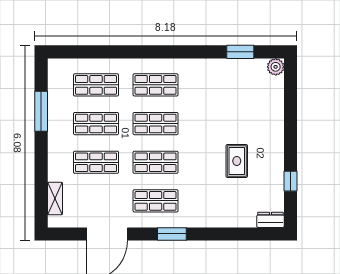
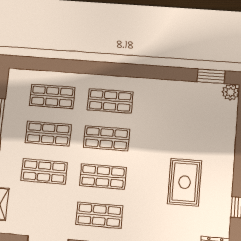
window: (240, 52) -> (211, 76), moved
rug: (237, 161) -> (185, 182), width x1.36, depth x1.43

